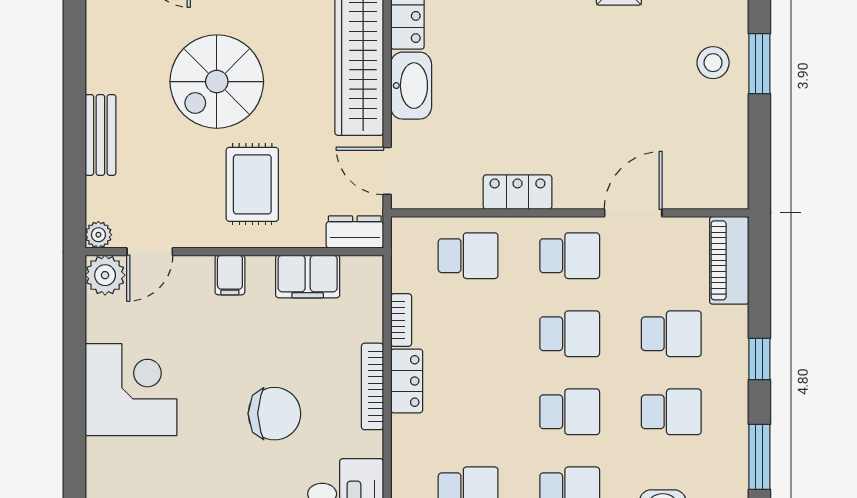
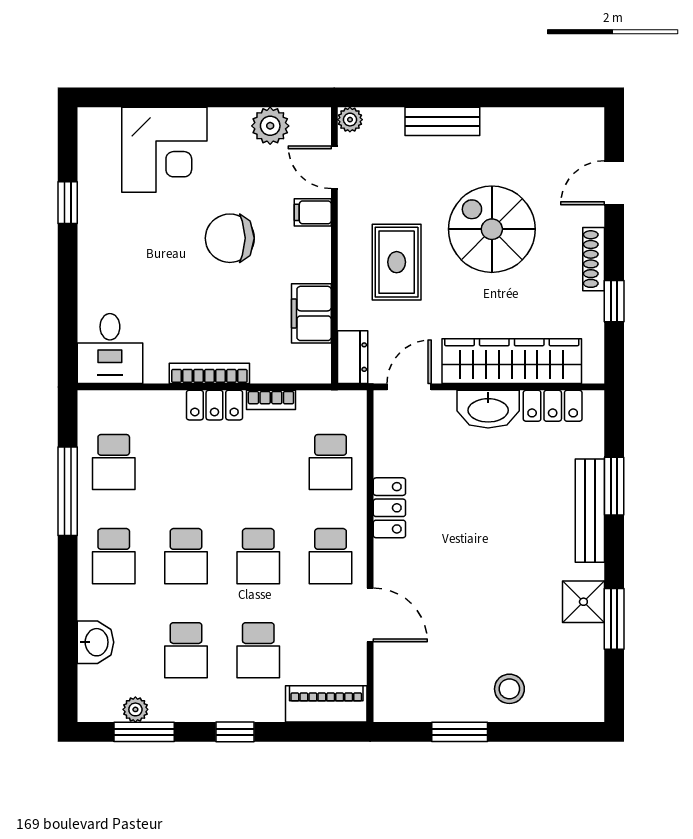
window: (759, 64) -> (460, 732), moved
rug: (252, 184) -> (397, 262), turned 90
plant: (105, 275) -> (270, 126), moved
filing cabinet: (230, 275) -> (313, 212), moved
corner desk: (131, 390) -> (164, 150), moved
chair: (274, 414) -> (230, 238), moved, turned 90
plant: (735, 466) -> (135, 709), added

